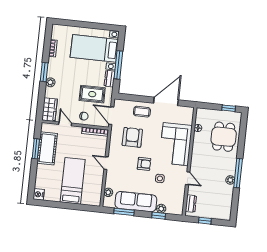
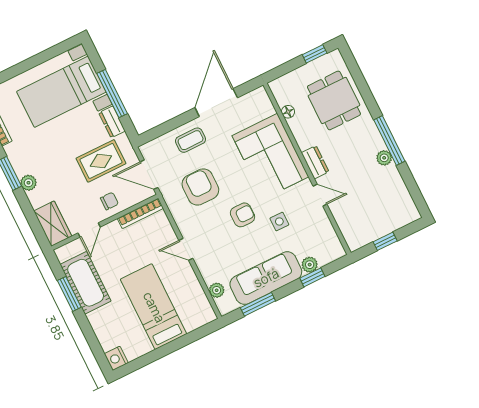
door: (65, 124) -> (89, 230), swing flipped
dresser: (191, 204) -> (315, 162), moved

